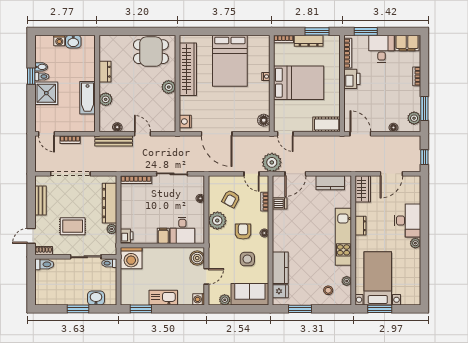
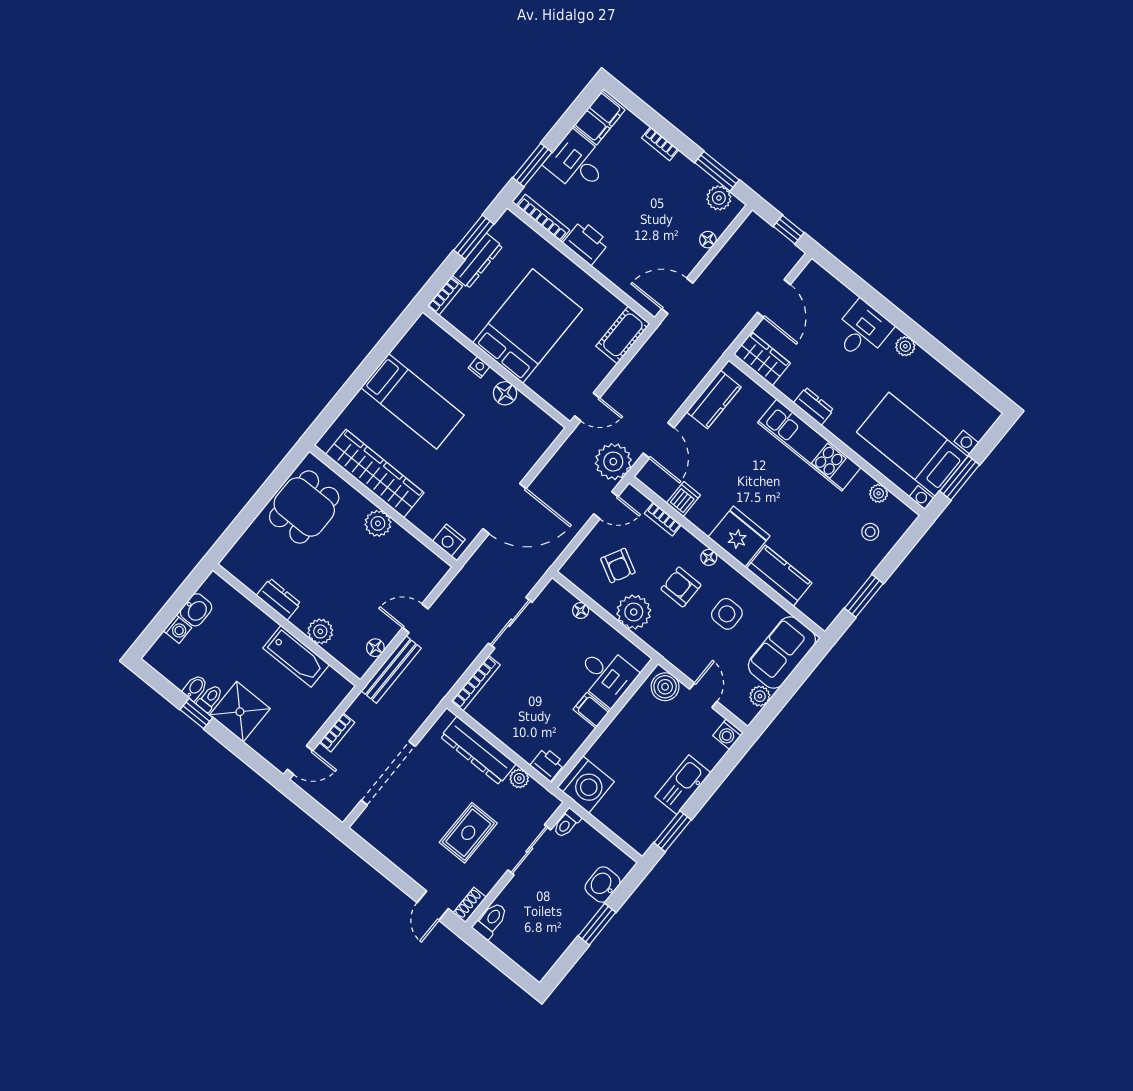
bed: (230, 61) -> (412, 401), width x0.67
floor lamp: (264, 120) -> (505, 393), moved
bench: (41, 200) -> (392, 849), removed
desk: (407, 220) -> (862, 331), width x0.73
fridge: (280, 291) -> (739, 537), moved, width x1.88, depth x1.34

